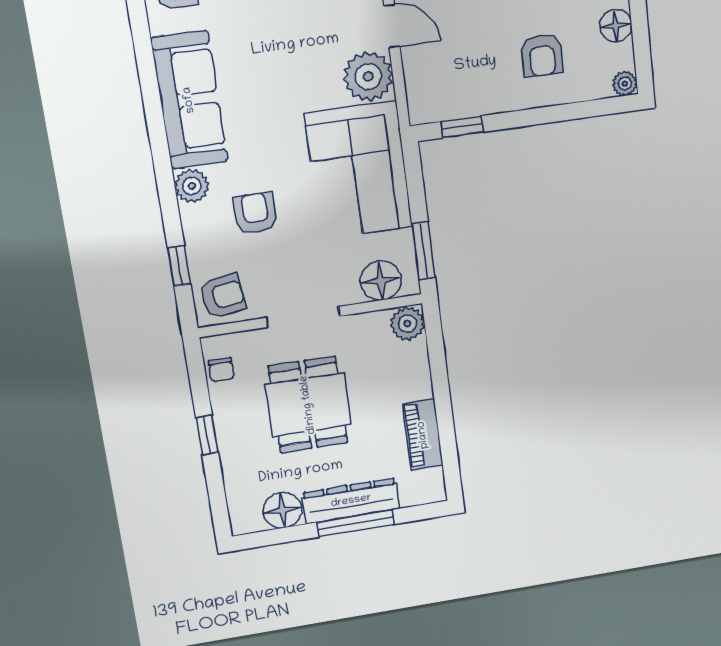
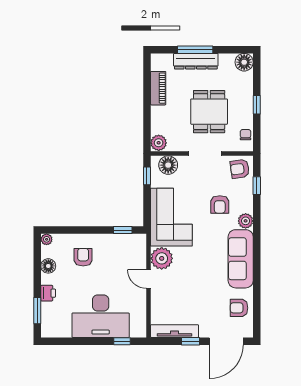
window: (424, 251) -> (147, 176), width x0.67
floor lamp: (282, 510) -> (244, 62), moved

